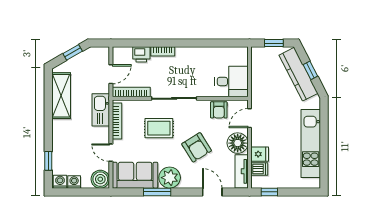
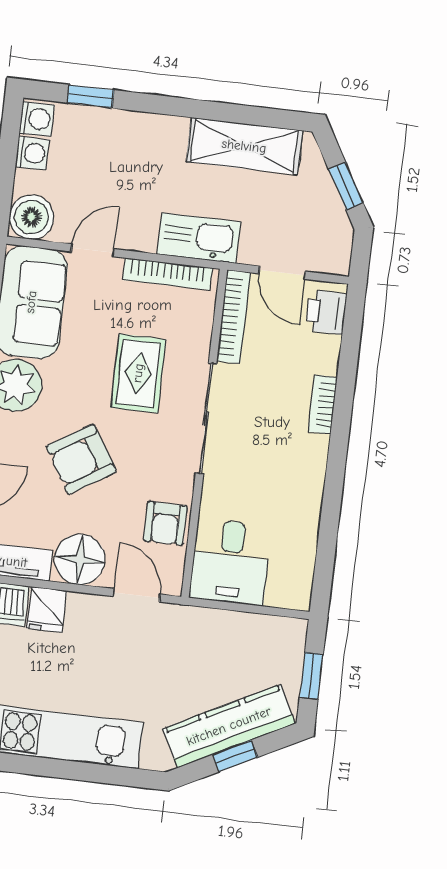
printer: (141, 54) -> (326, 312), moved
armchair: (219, 110) -> (165, 523), turned -90

